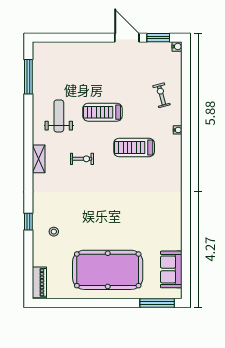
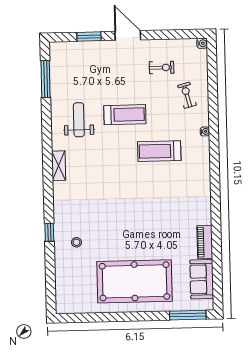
door: (127, 38) -> (128, 36), moved
window: (158, 38) -> (89, 37), moved
treadmill: (102, 112) -> (125, 115), turned 180
exercise bike: (82, 159) -> (162, 68), moved
piano: (39, 282) -> (205, 242), moved, turned 180

